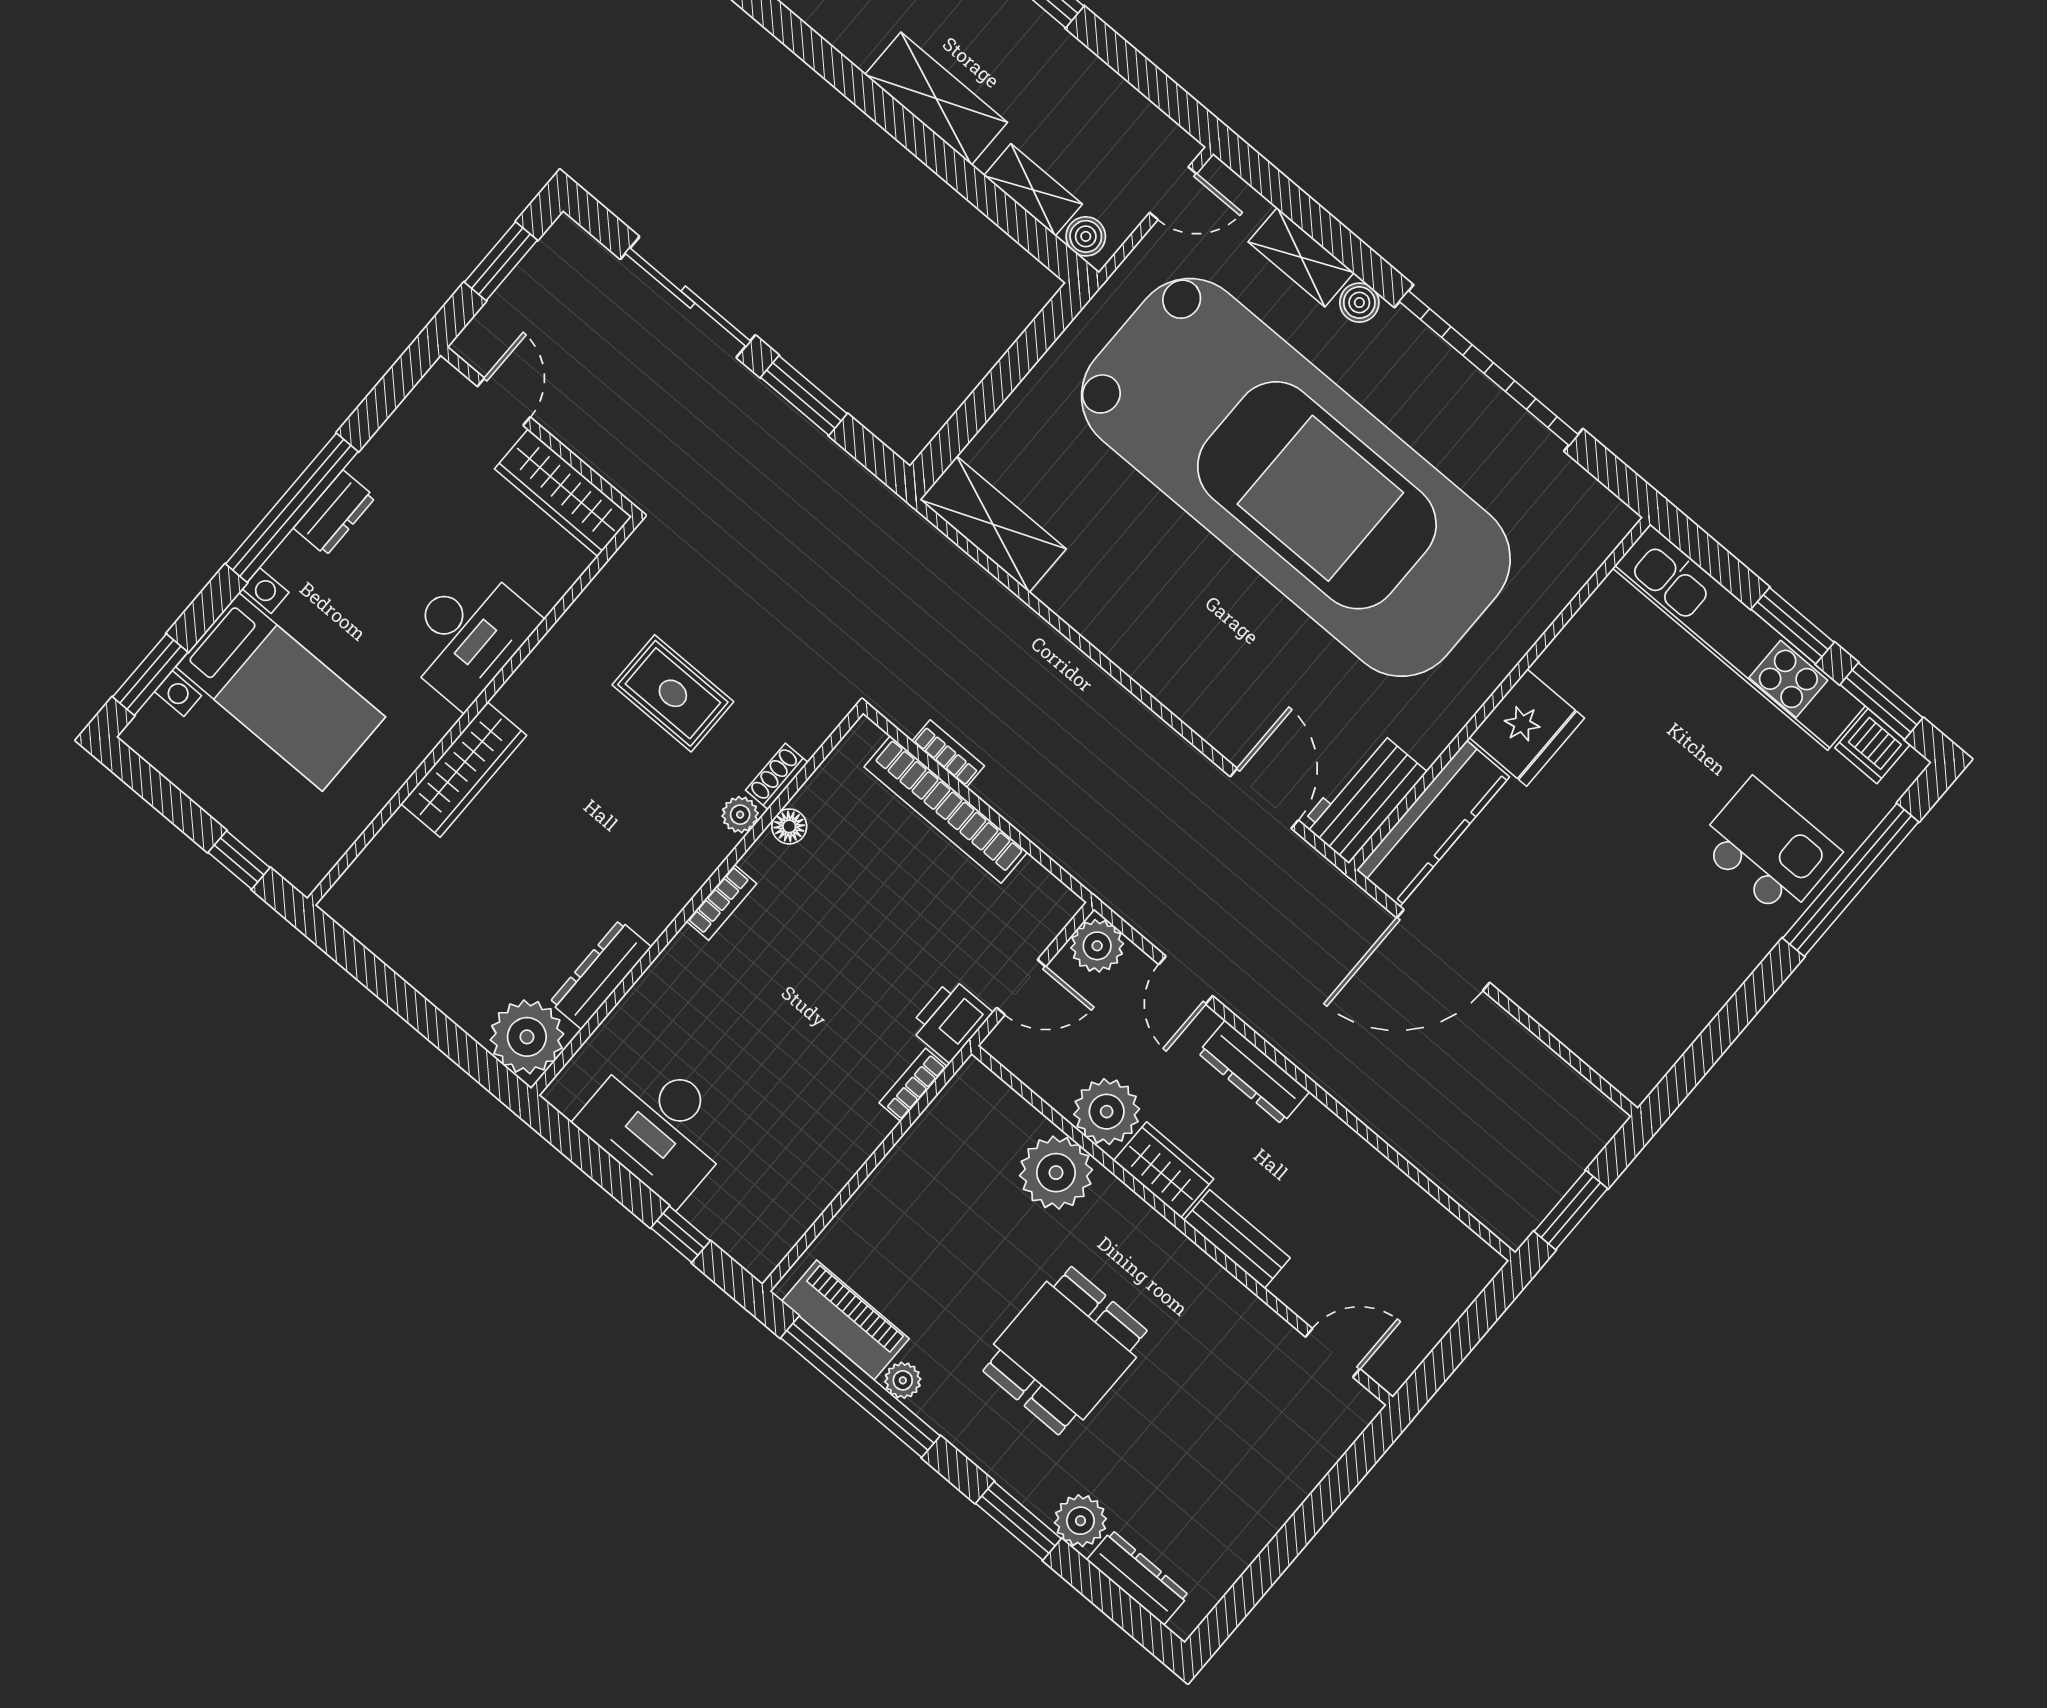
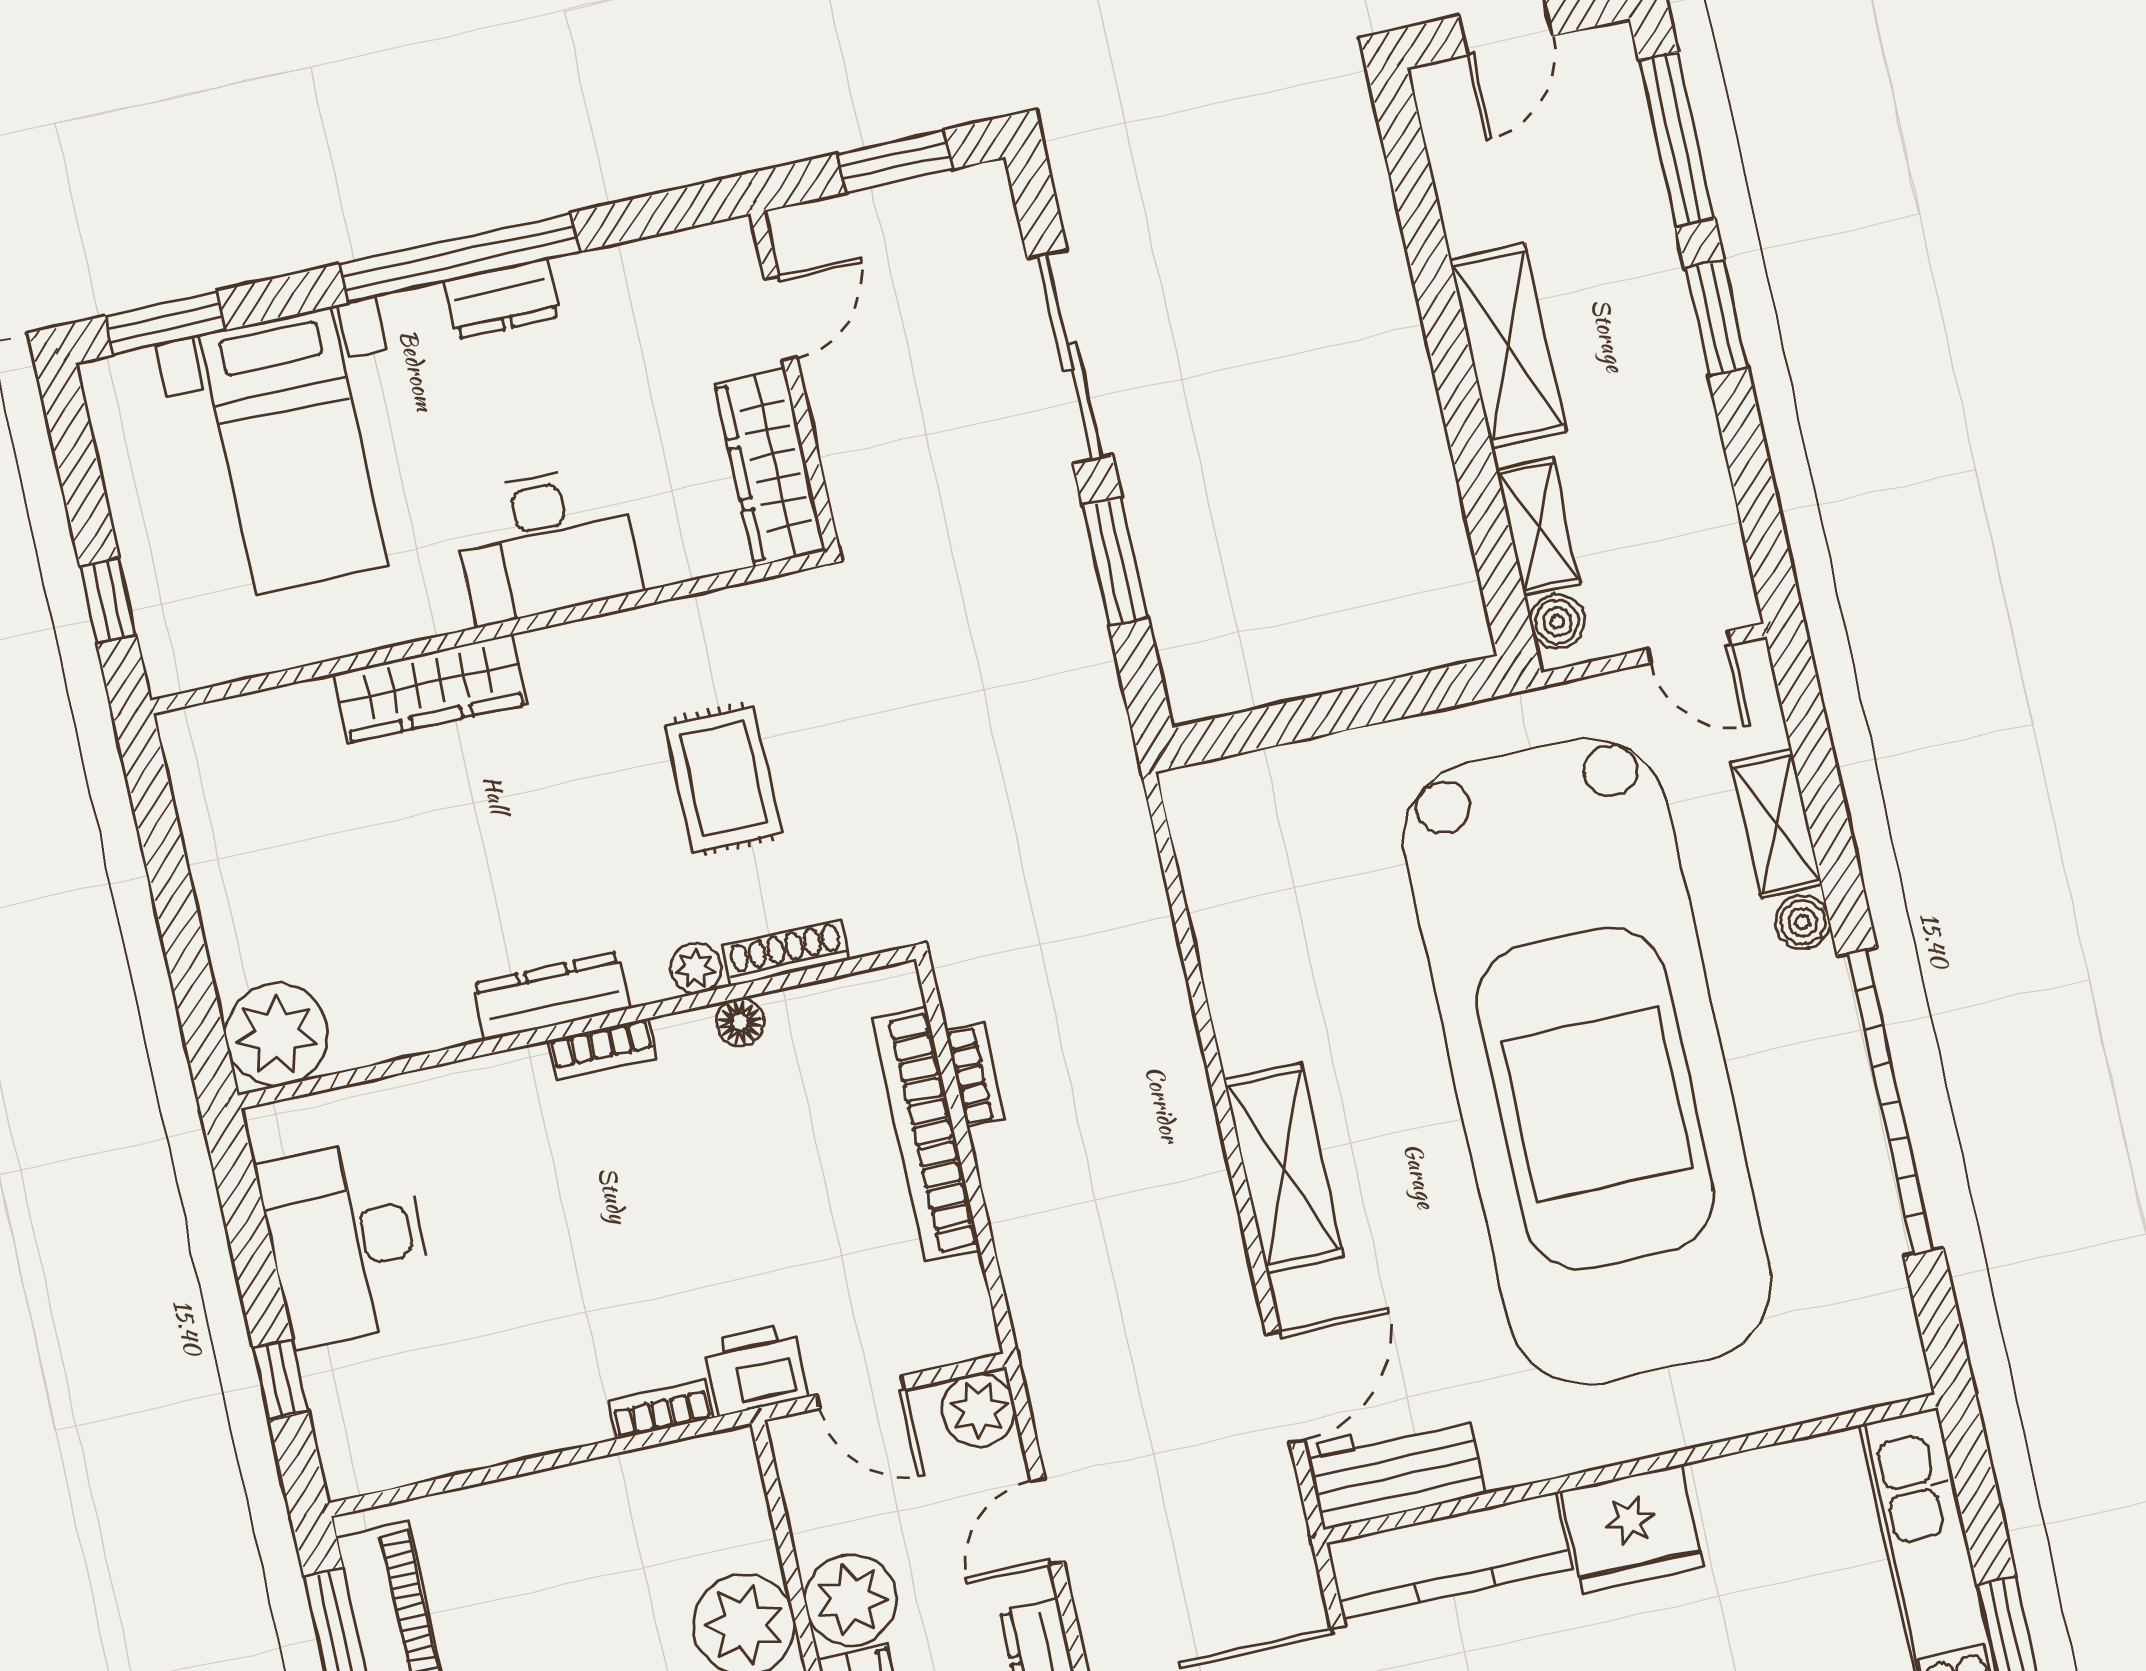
shelving: (993, 524) -> (1284, 1168), moved
shoe rack: (777, 776) -> (786, 953), width x1.43
dresser: (600, 975) -> (552, 996), moved

